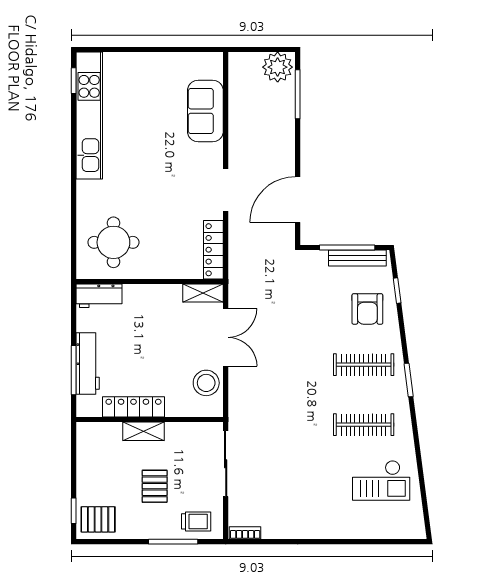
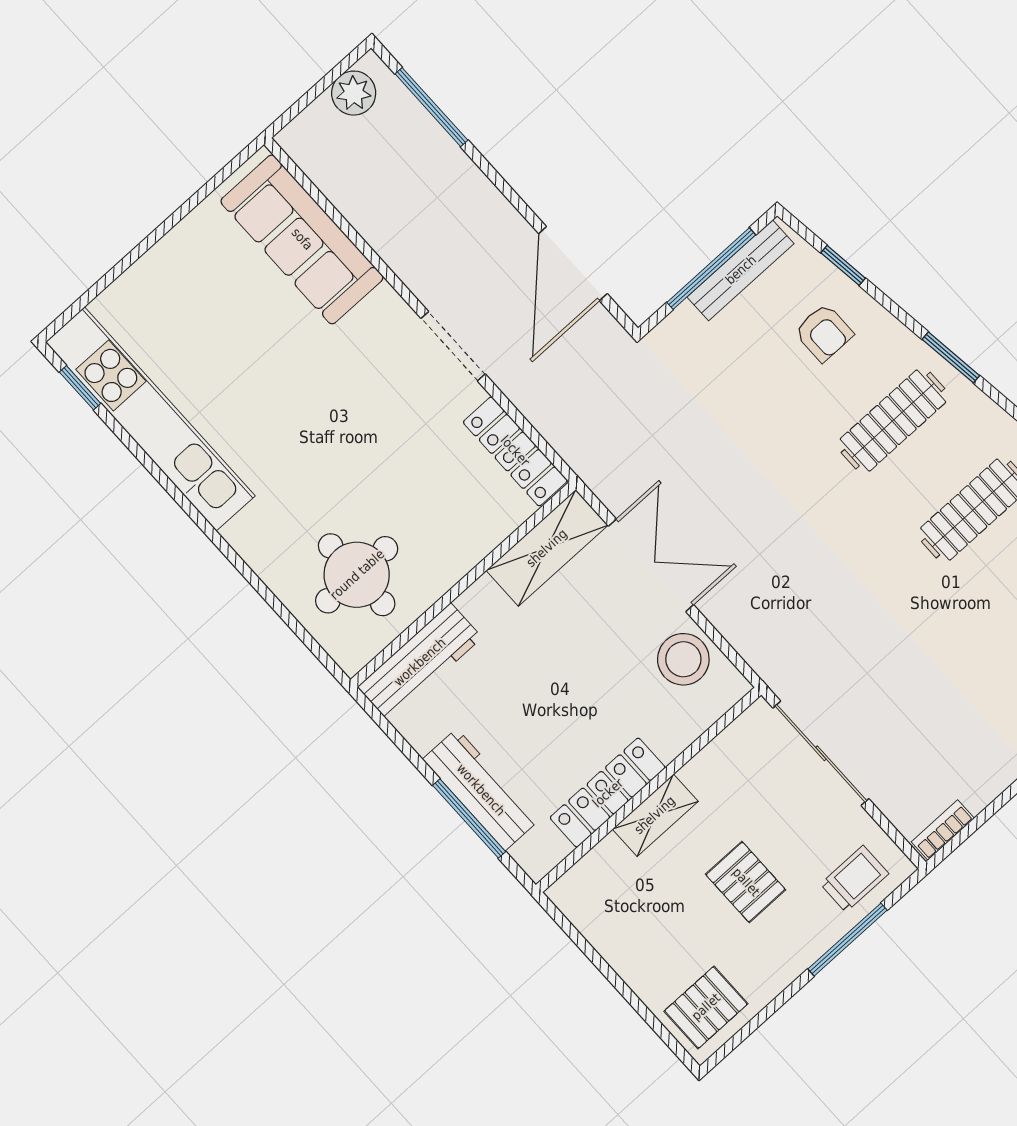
plant: (278, 67) -> (354, 93), width x0.73, depth x0.73
sofa: (205, 111) -> (302, 239), width x1.36
shelving: (203, 293) -> (547, 548), width x1.50, depth x1.33
workbench: (99, 296) -> (420, 662), width x1.37
armchair: (367, 309) -> (824, 333), width x0.72, depth x0.72
window: (409, 380) -> (951, 357), moved
window: (74, 511) -> (658, 1028), removed

